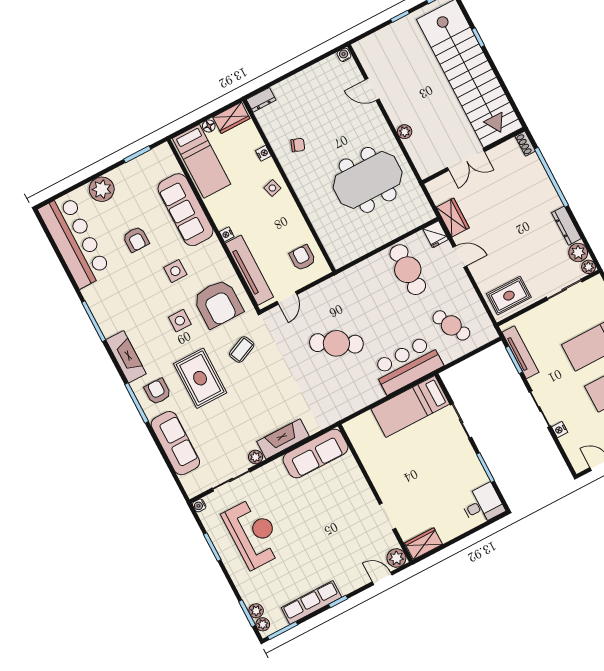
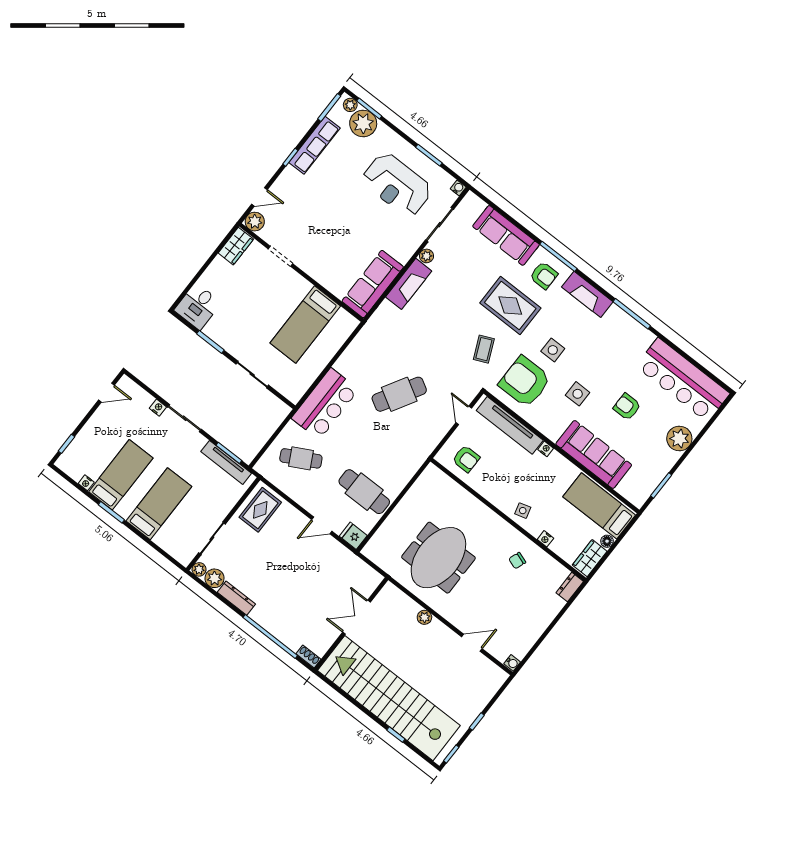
wardrobe: (453, 218) -> (344, 558), removed
bed: (410, 406) -> (305, 325), moved, turned 180
plant: (256, 611) -> (363, 123), width x1.87, depth x1.87

